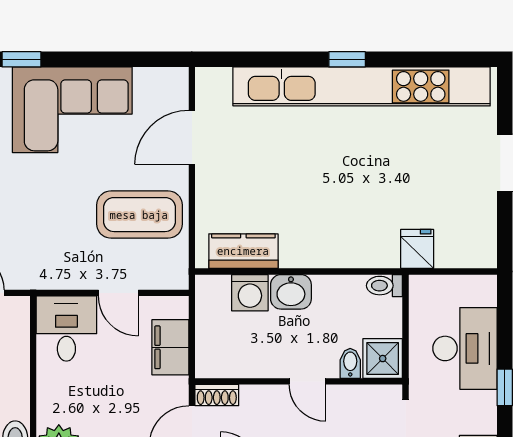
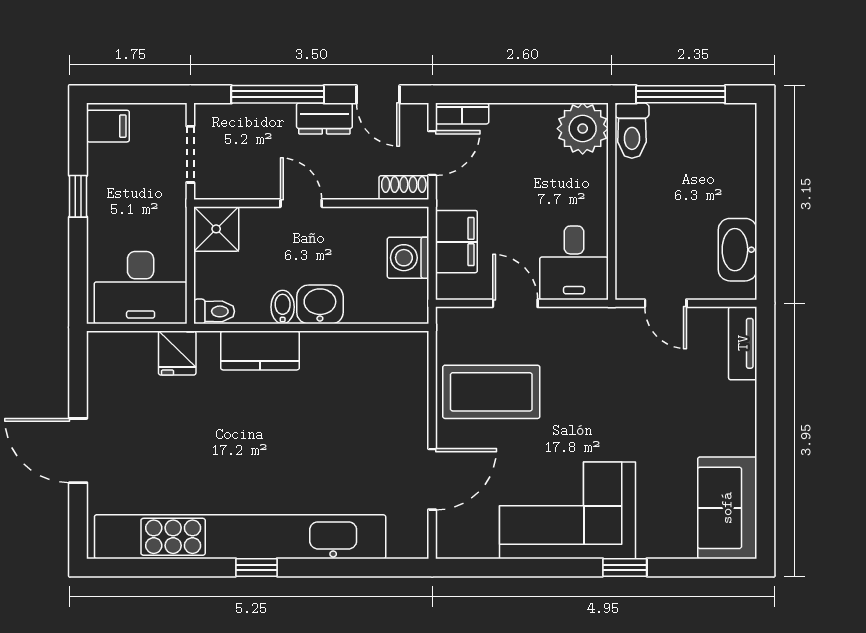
kitchen counter: (243, 251) -> (260, 350), moved
washing machine: (250, 293) -> (408, 258), moved, turned -90
desk: (465, 348) -> (141, 288), moved, turned -90
bidet: (350, 363) -> (283, 307), moved, turned 180

